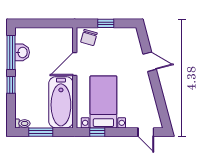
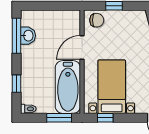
chair: (89, 37) -> (97, 20), turned -106
window: (11, 85) -> (16, 84), moved
window: (41, 132) -> (59, 118), moved

